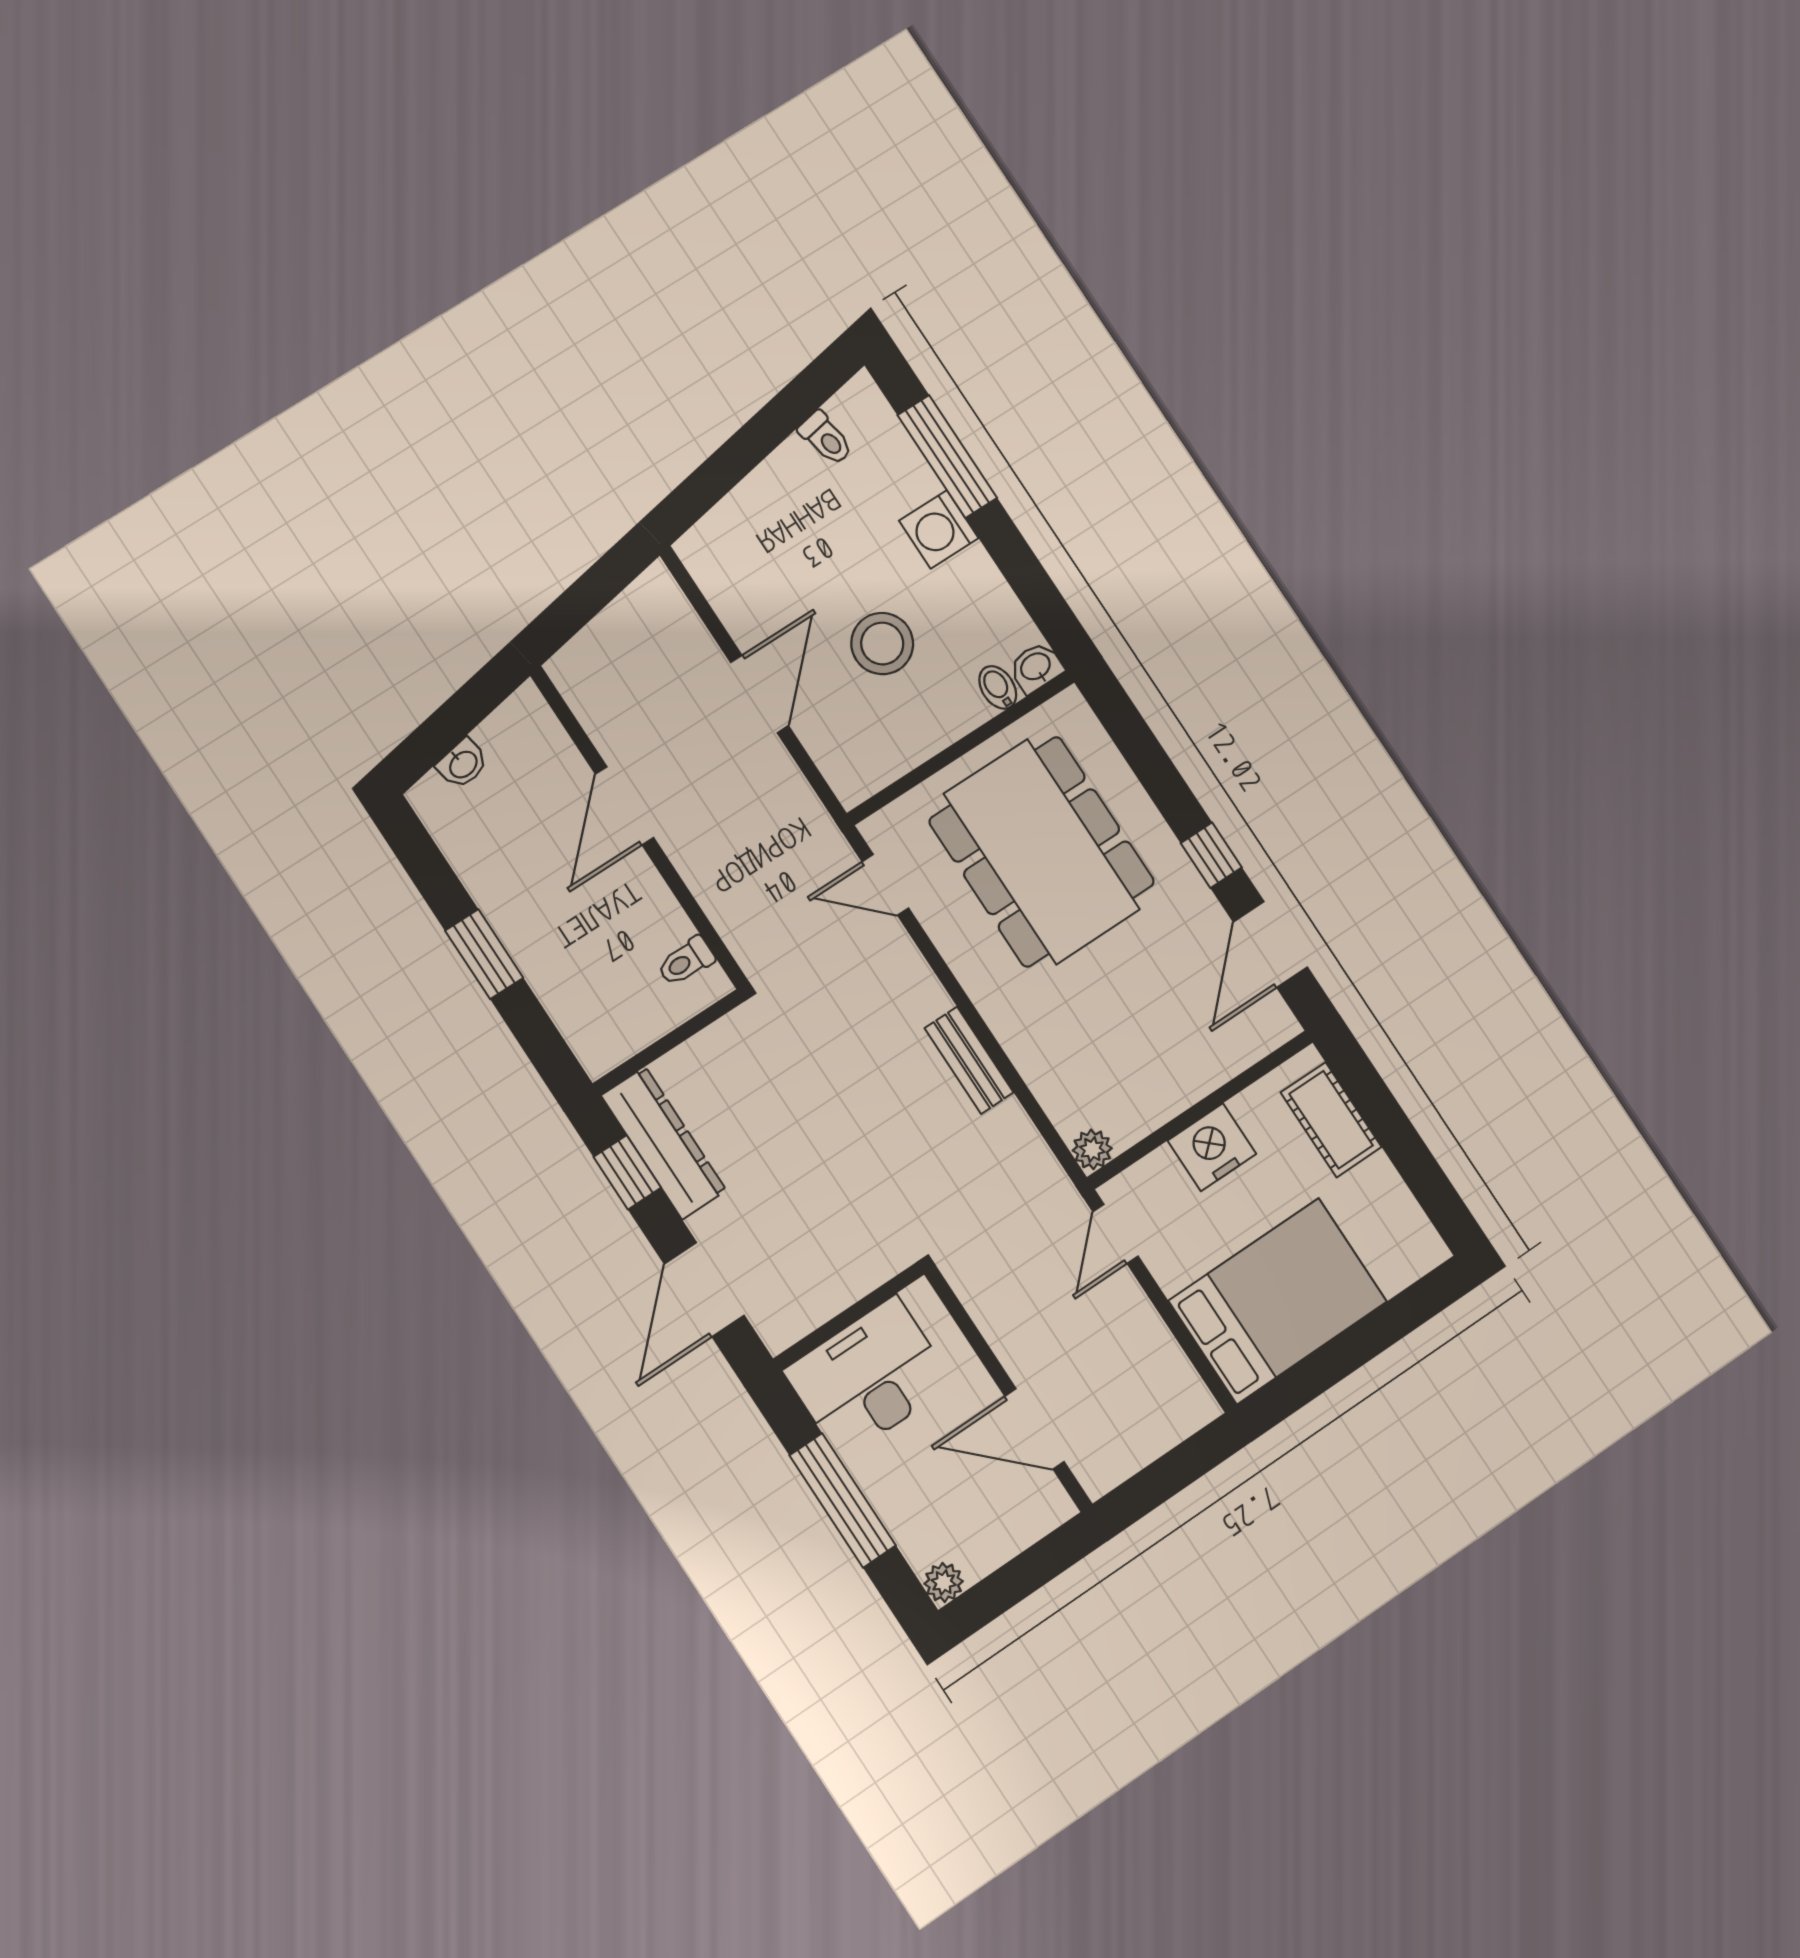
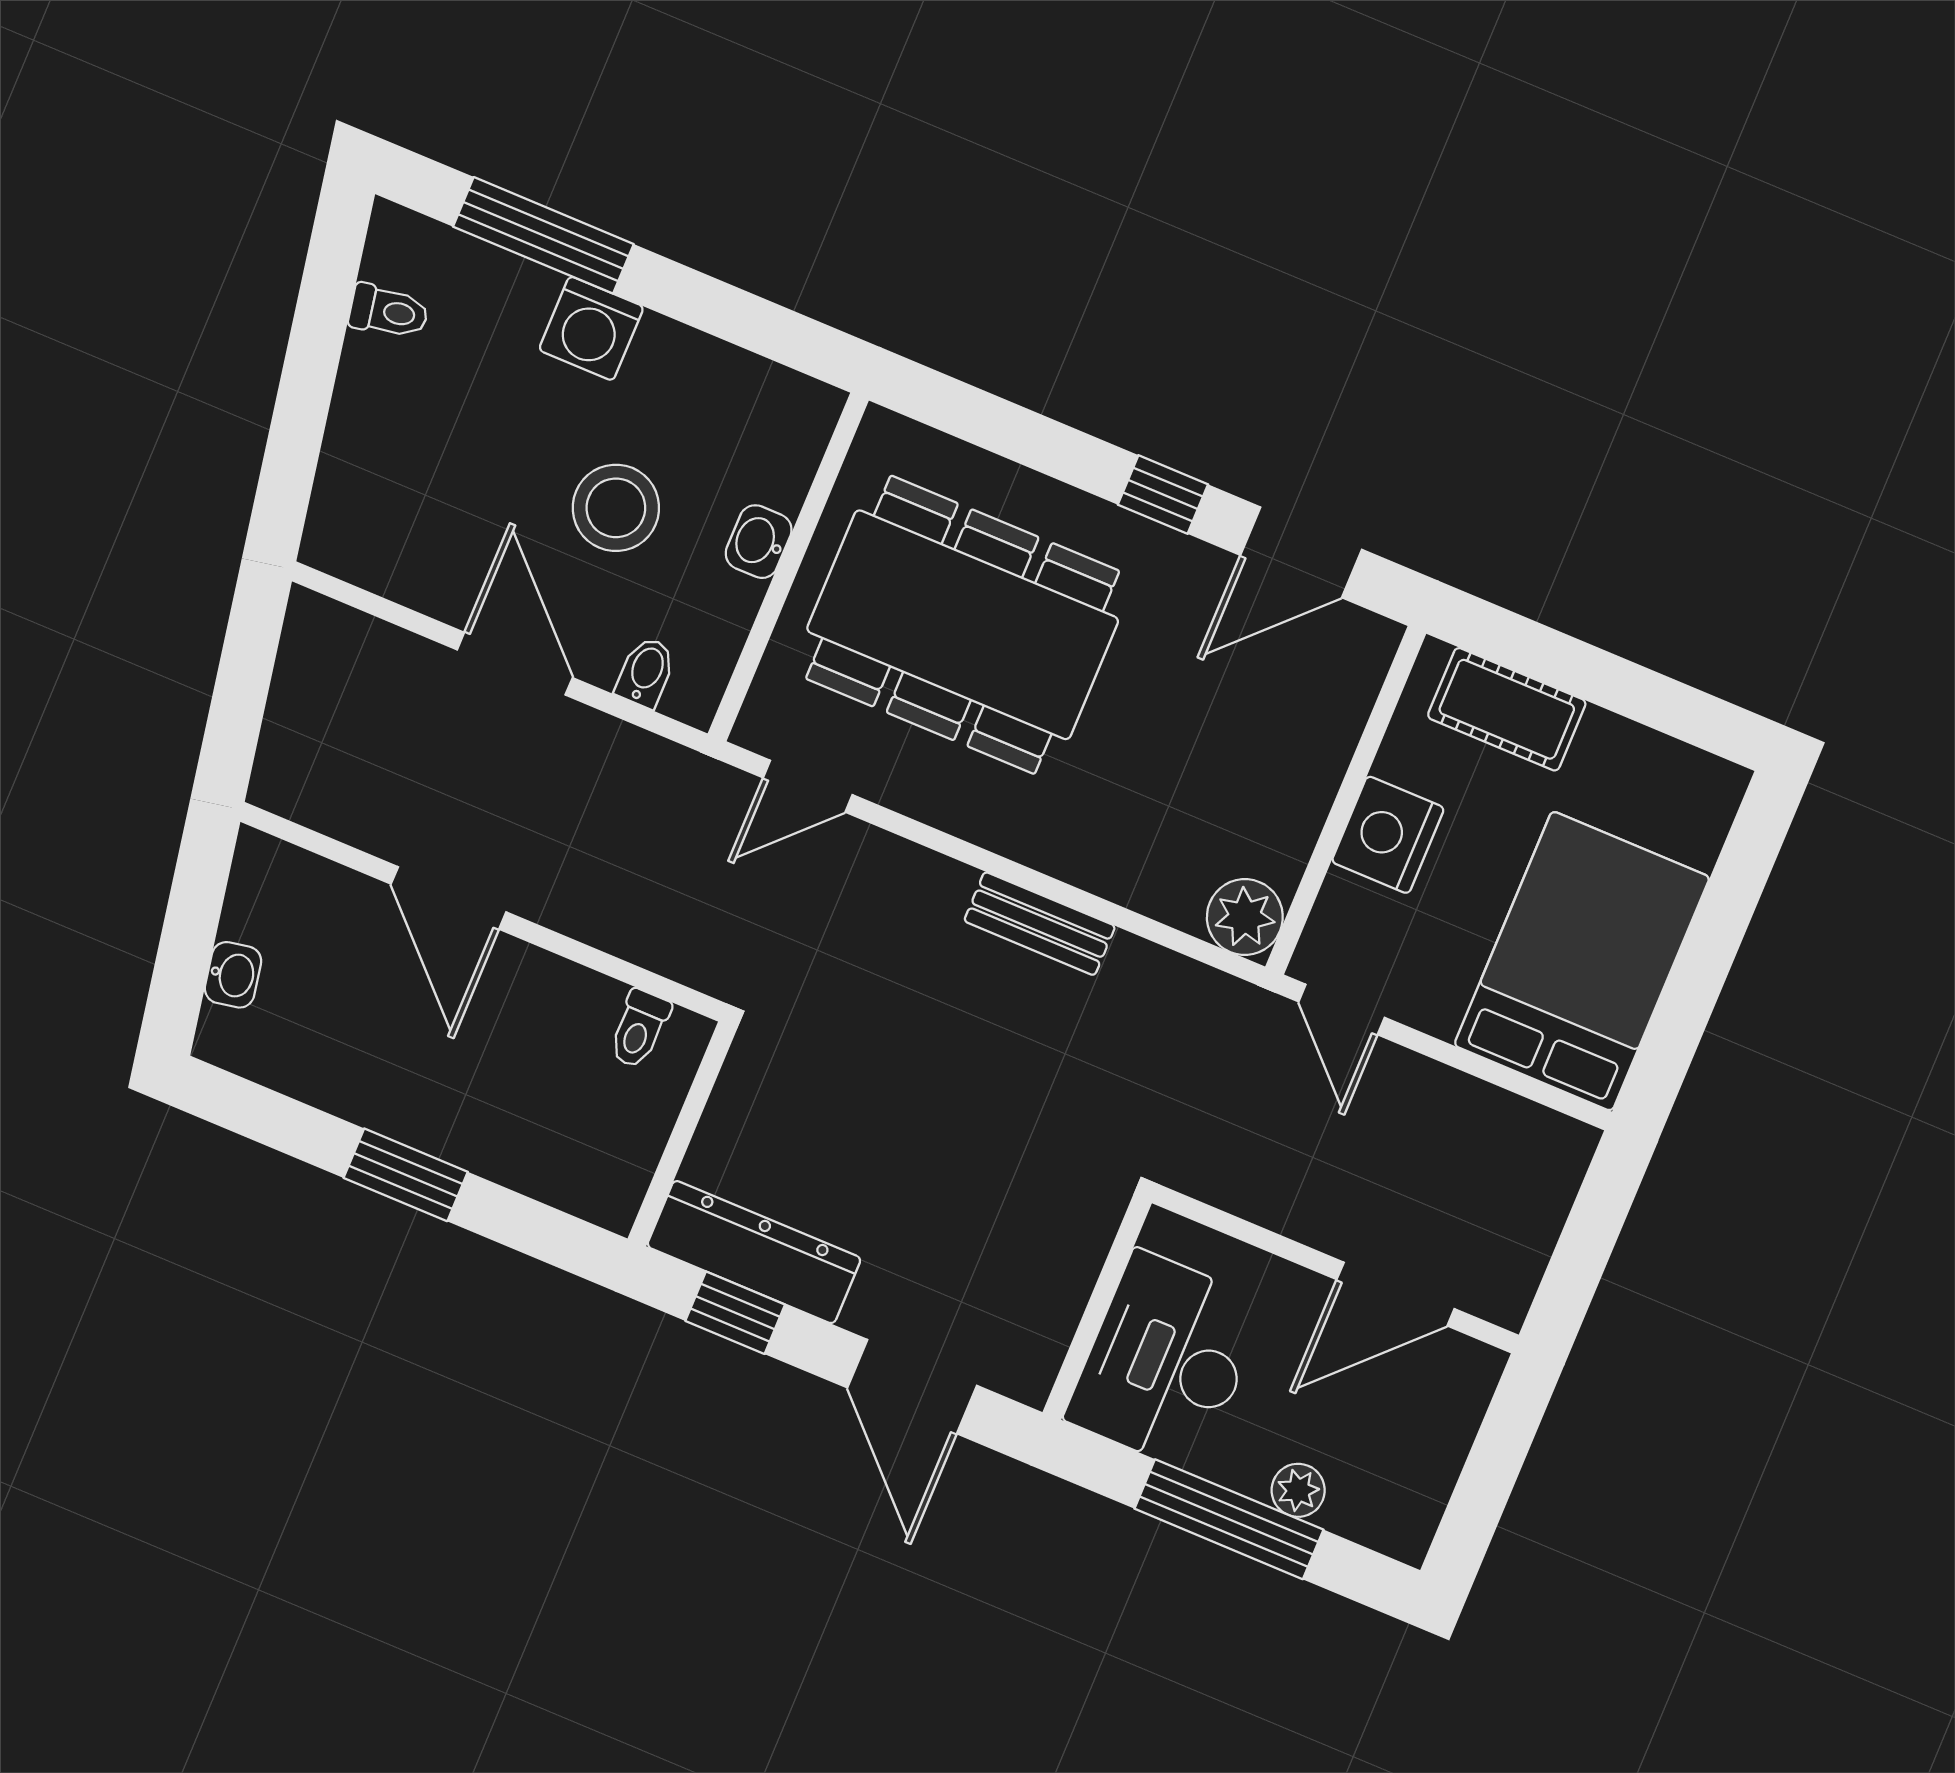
washbasin: (1036, 667) -> (759, 542), moved
bidet: (998, 687) -> (646, 672), moved, turned 90
door: (1270, 944) -> (1301, 552), hinge flipped
plant: (1092, 1149) -> (1245, 917), width x1.38, depth x1.38
plant: (944, 1582) -> (1298, 1490), moved

